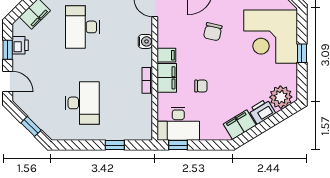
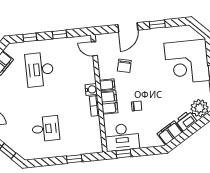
chair: (213, 32) -> (124, 66), moved
water cooler: (145, 41) -> (91, 90), moved
desk: (82, 103) -> (46, 129), width x0.73

